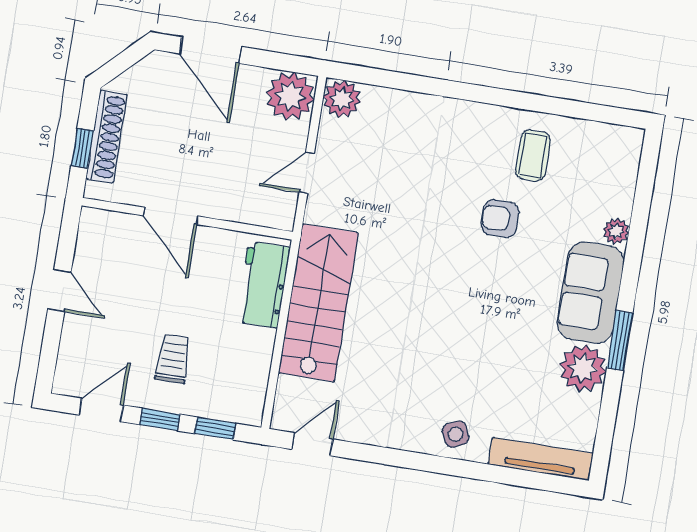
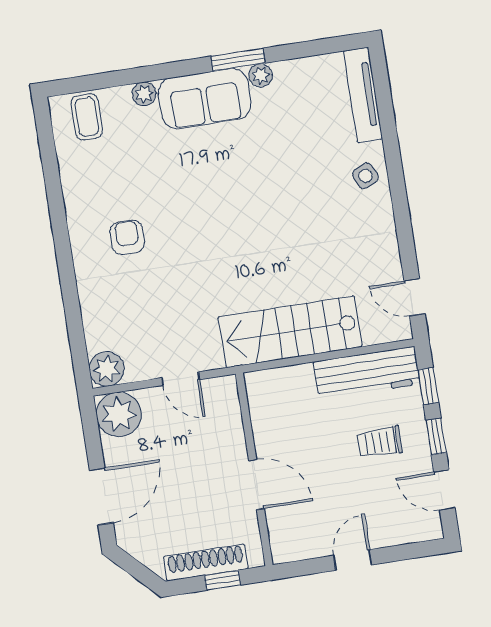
coffee table: (533, 156) -> (87, 117), moved, turned 90
door: (171, 216) -> (257, 485), hinge flipped
armchair: (500, 218) -> (127, 237), moved, turned 180
workbench: (263, 285) -> (367, 373), moved, width x1.38
plant: (583, 368) -> (261, 75), width x0.53, depth x0.53

